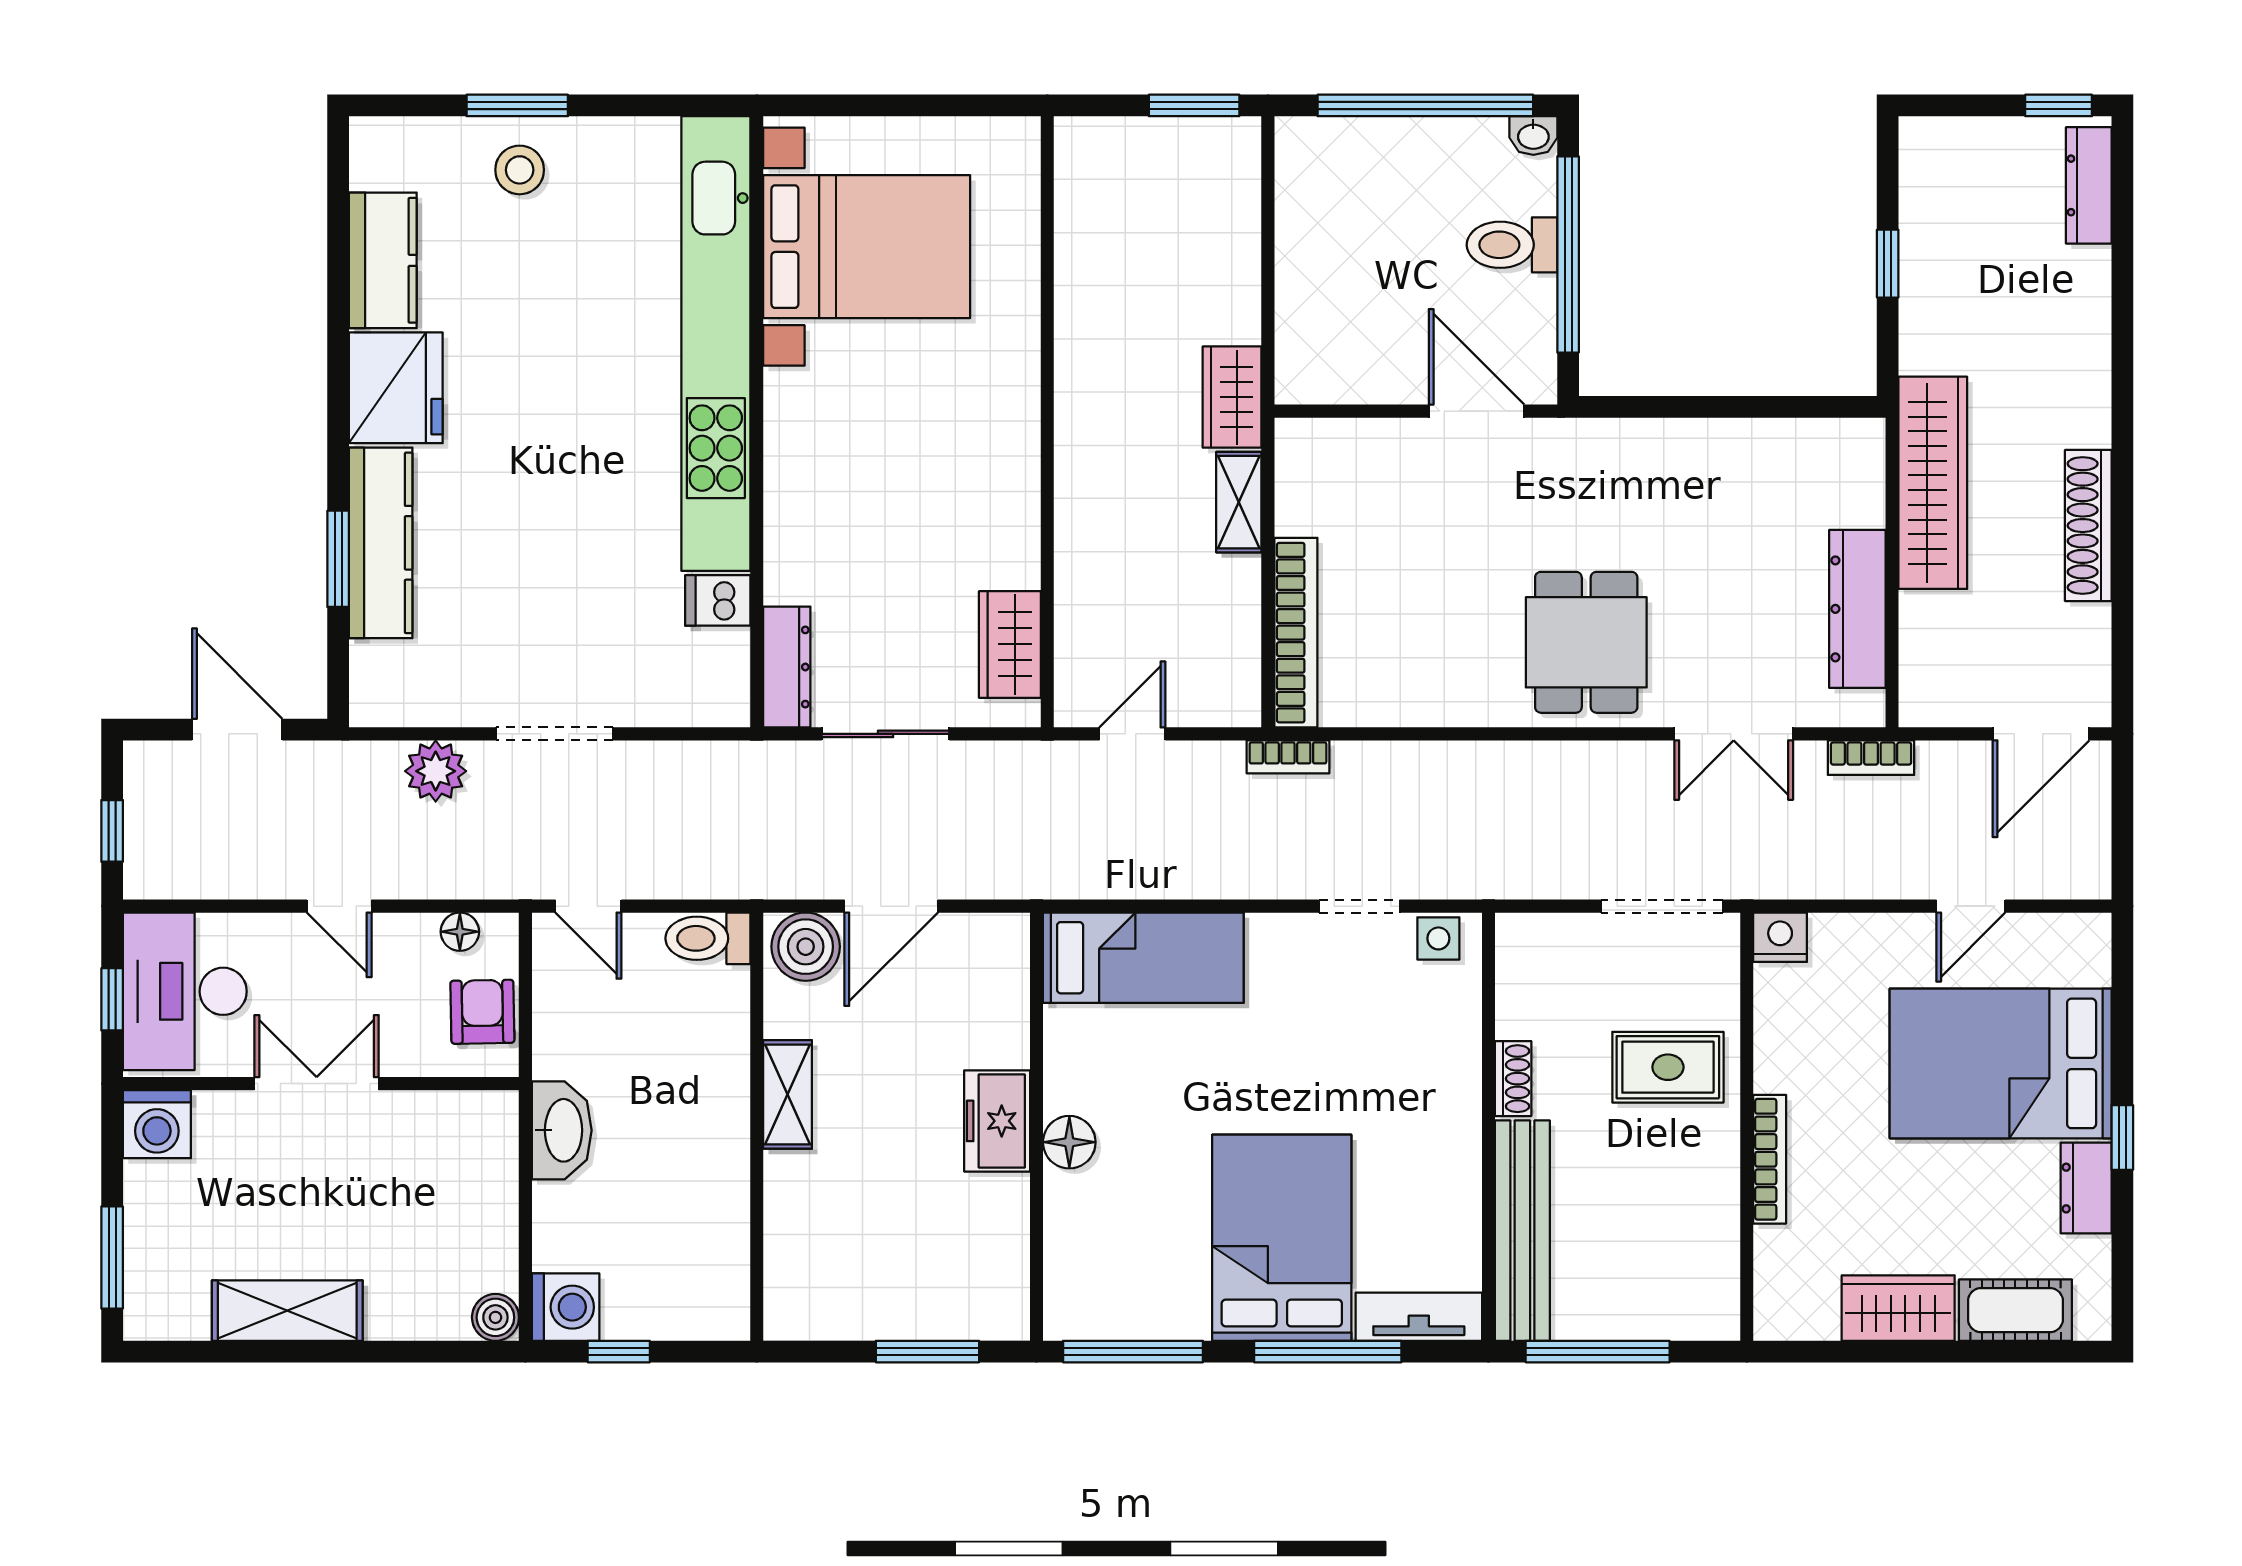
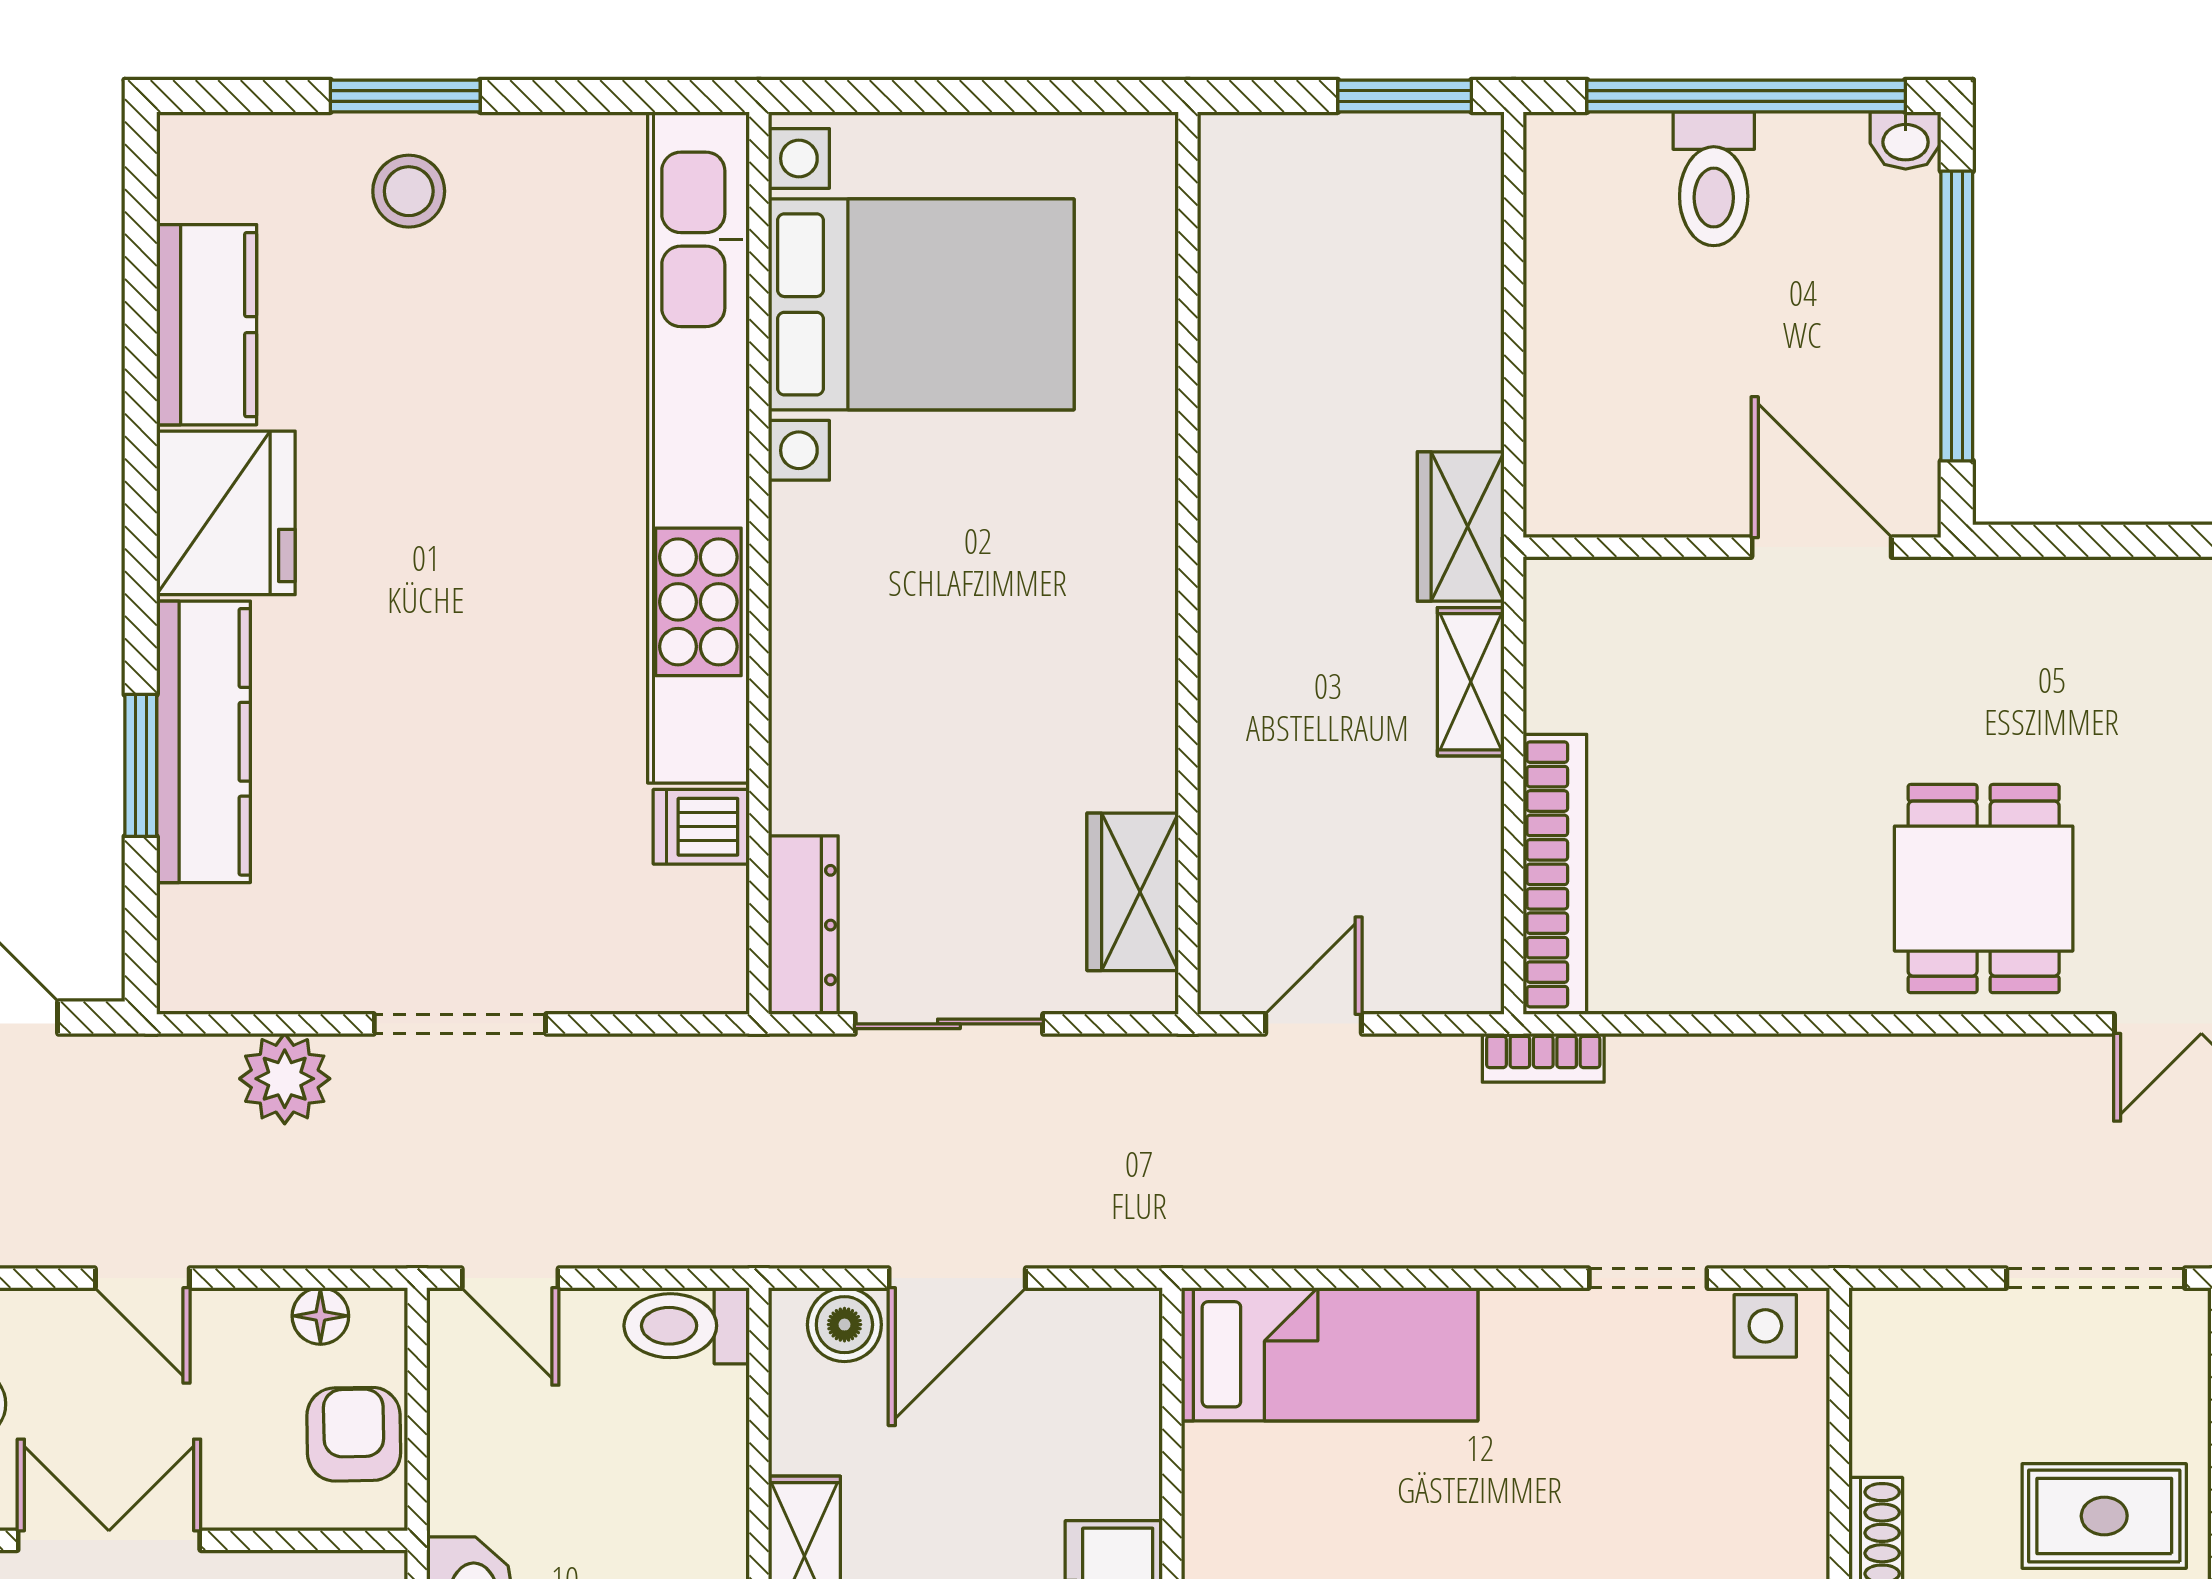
toilet: (1512, 245) -> (1714, 179), moved, turned -90
boiler: (806, 947) -> (844, 1325), width x0.73, depth x0.73

